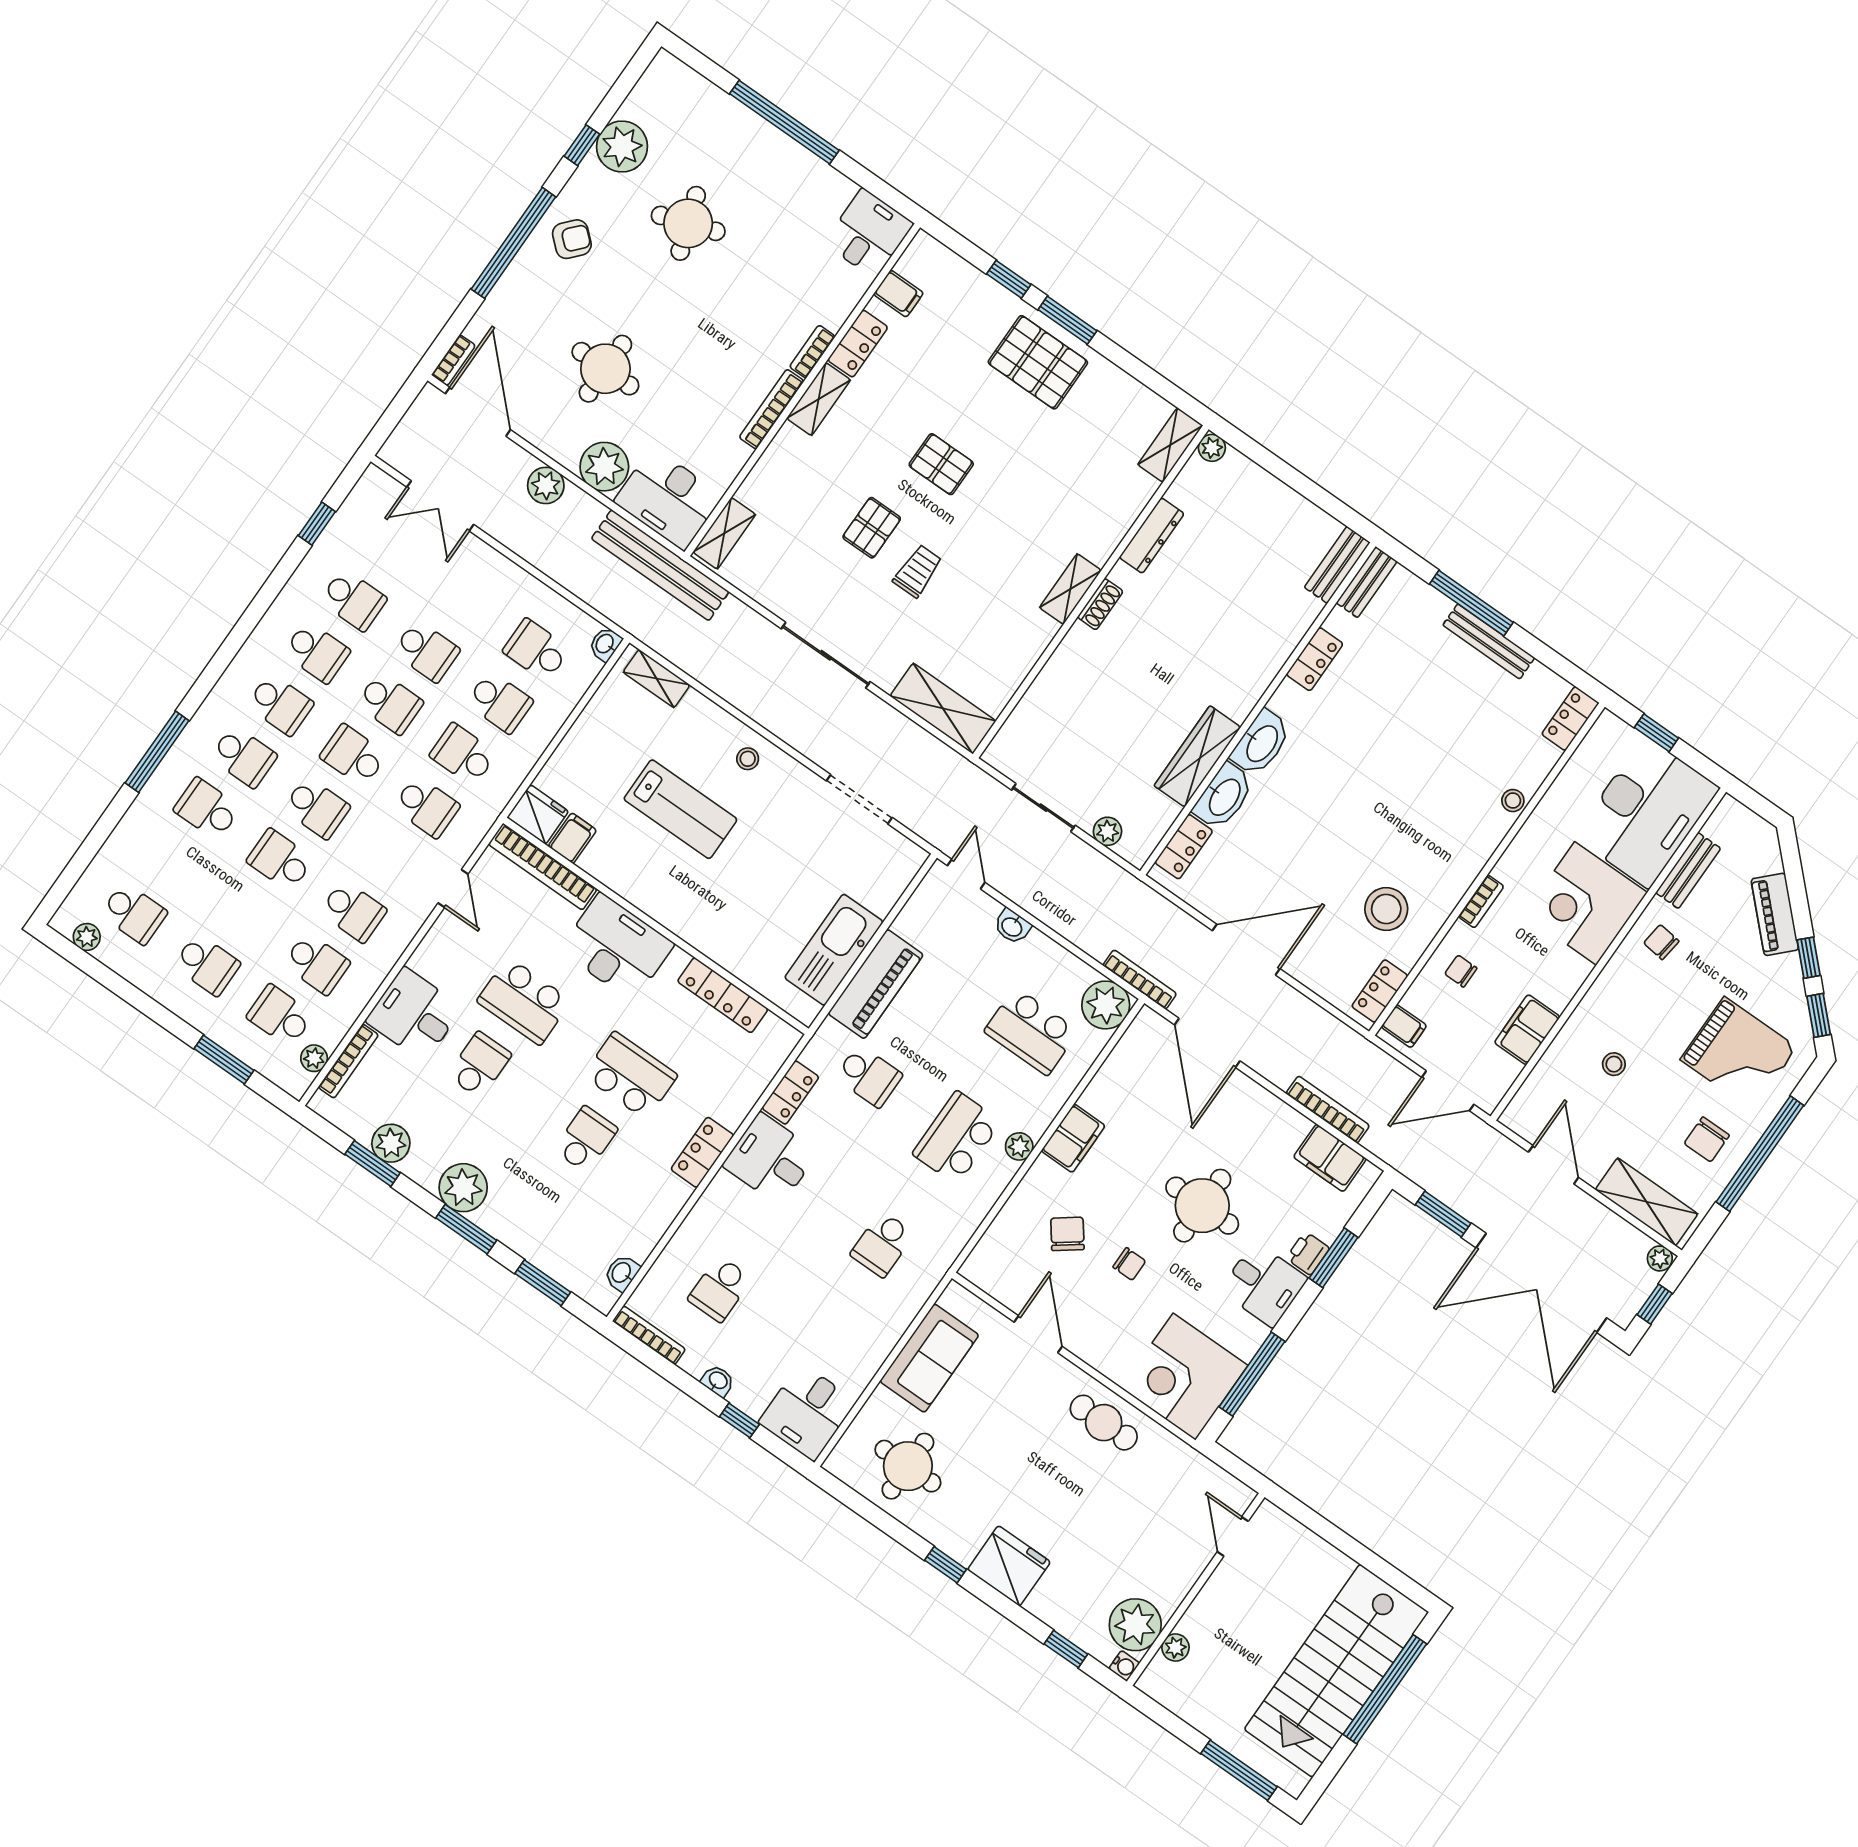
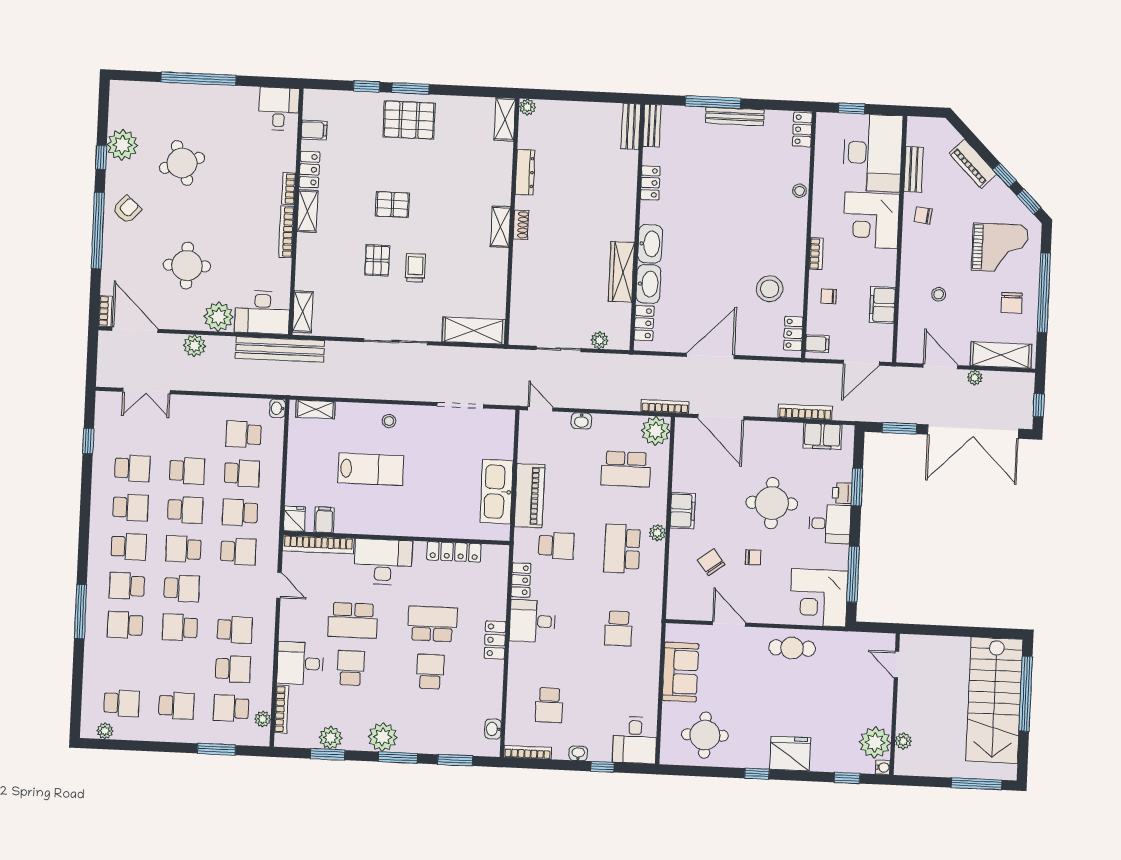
school desk: (244, 757) -> (127, 586), turned 180
fridge: (538, 814) -> (295, 519), width x0.72
plant: (1660, 1258) -> (975, 378), moved

